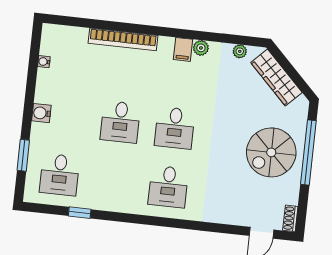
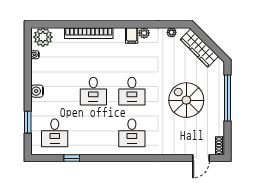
plant: (58, 38) -> (43, 37), added
spiral stairs: (271, 152) -> (186, 100), moved, turned 90

